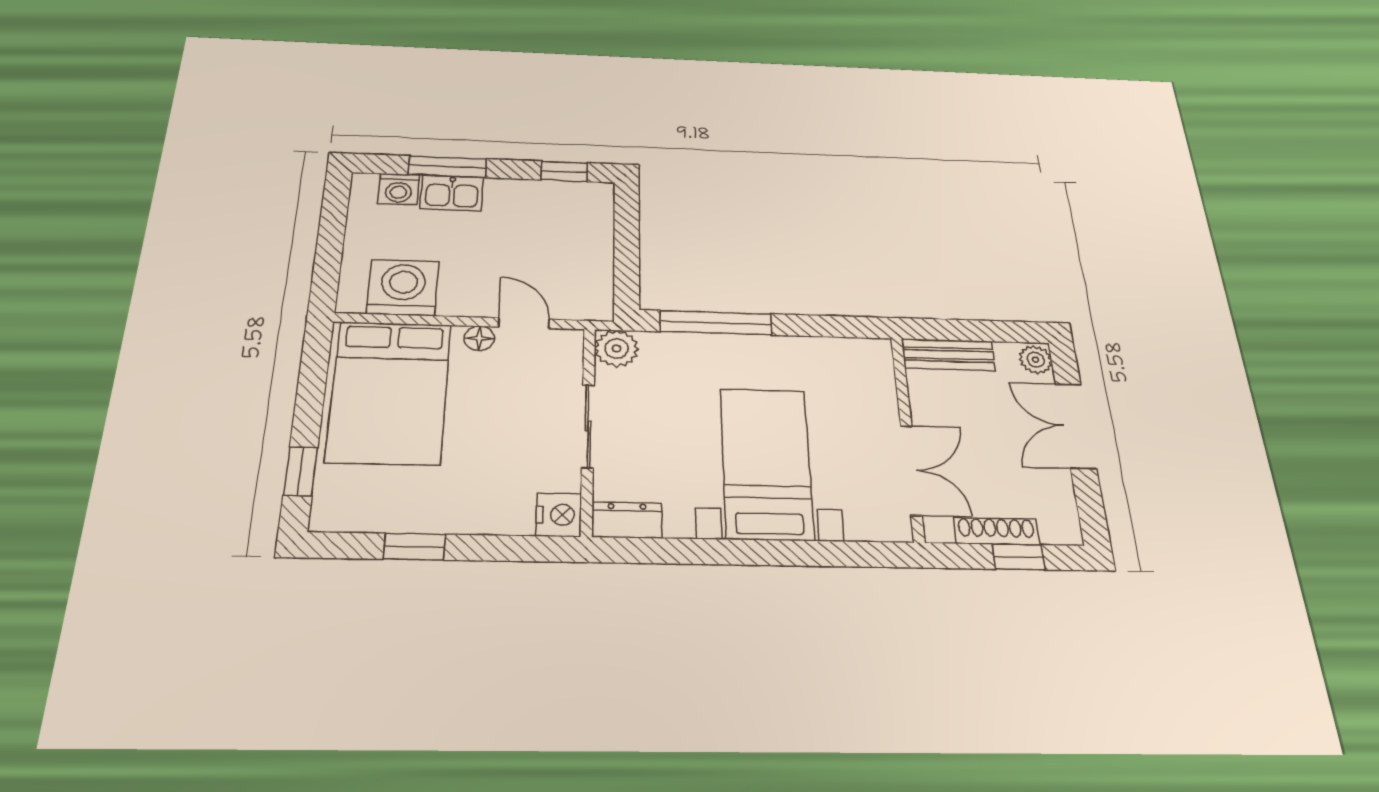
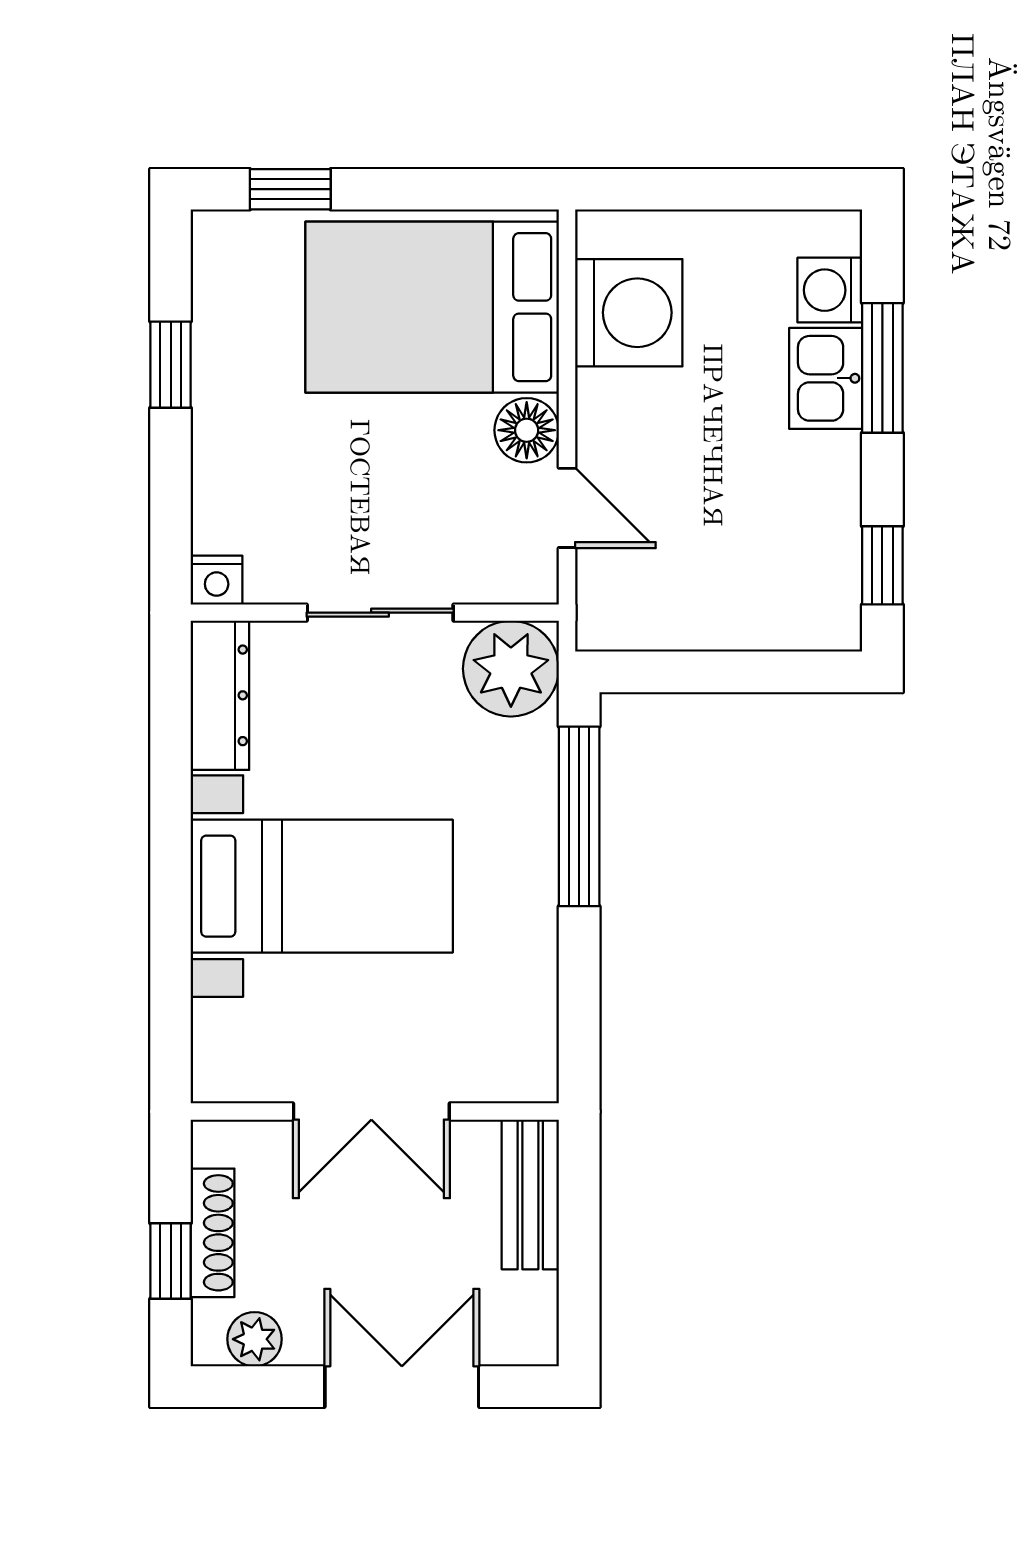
door: (524, 323) -> (567, 508), hinge flipped
floor lamp: (479, 338) -> (527, 430), width x1.37, depth x1.37
plant: (617, 348) -> (511, 669), width x1.36, depth x1.36
plant: (1036, 360) -> (255, 1339), moved
double door: (911, 470) -> (371, 1112), moved
nightstand: (559, 515) -> (217, 580), width x0.72, depth x0.74
dresser: (627, 520) -> (220, 695), width x1.44

